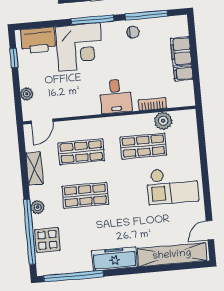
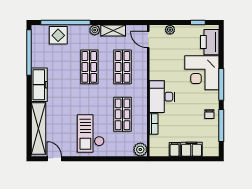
desk: (116, 96) -> (162, 97), width x1.37
plant: (163, 121) -> (140, 150), moved
plant: (38, 207) -> (95, 30), moved

